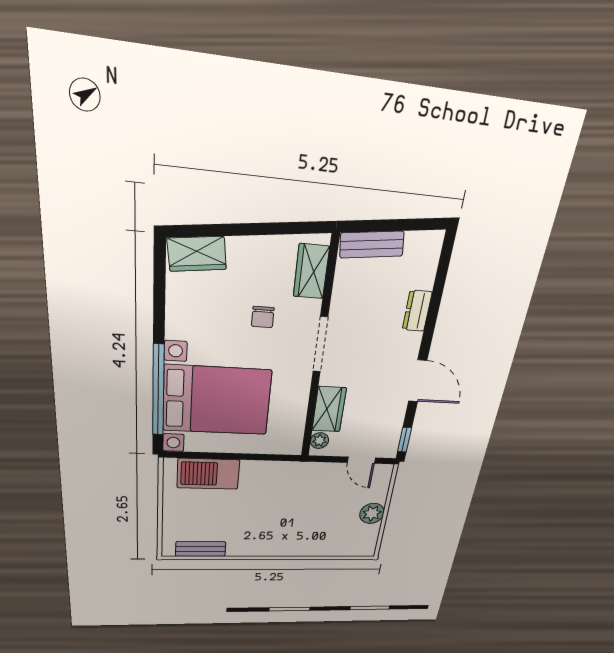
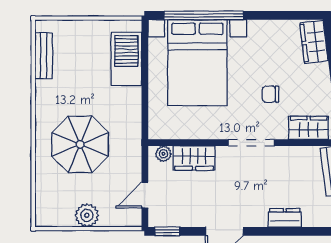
parasol: (298, 518) -> (80, 144), added

